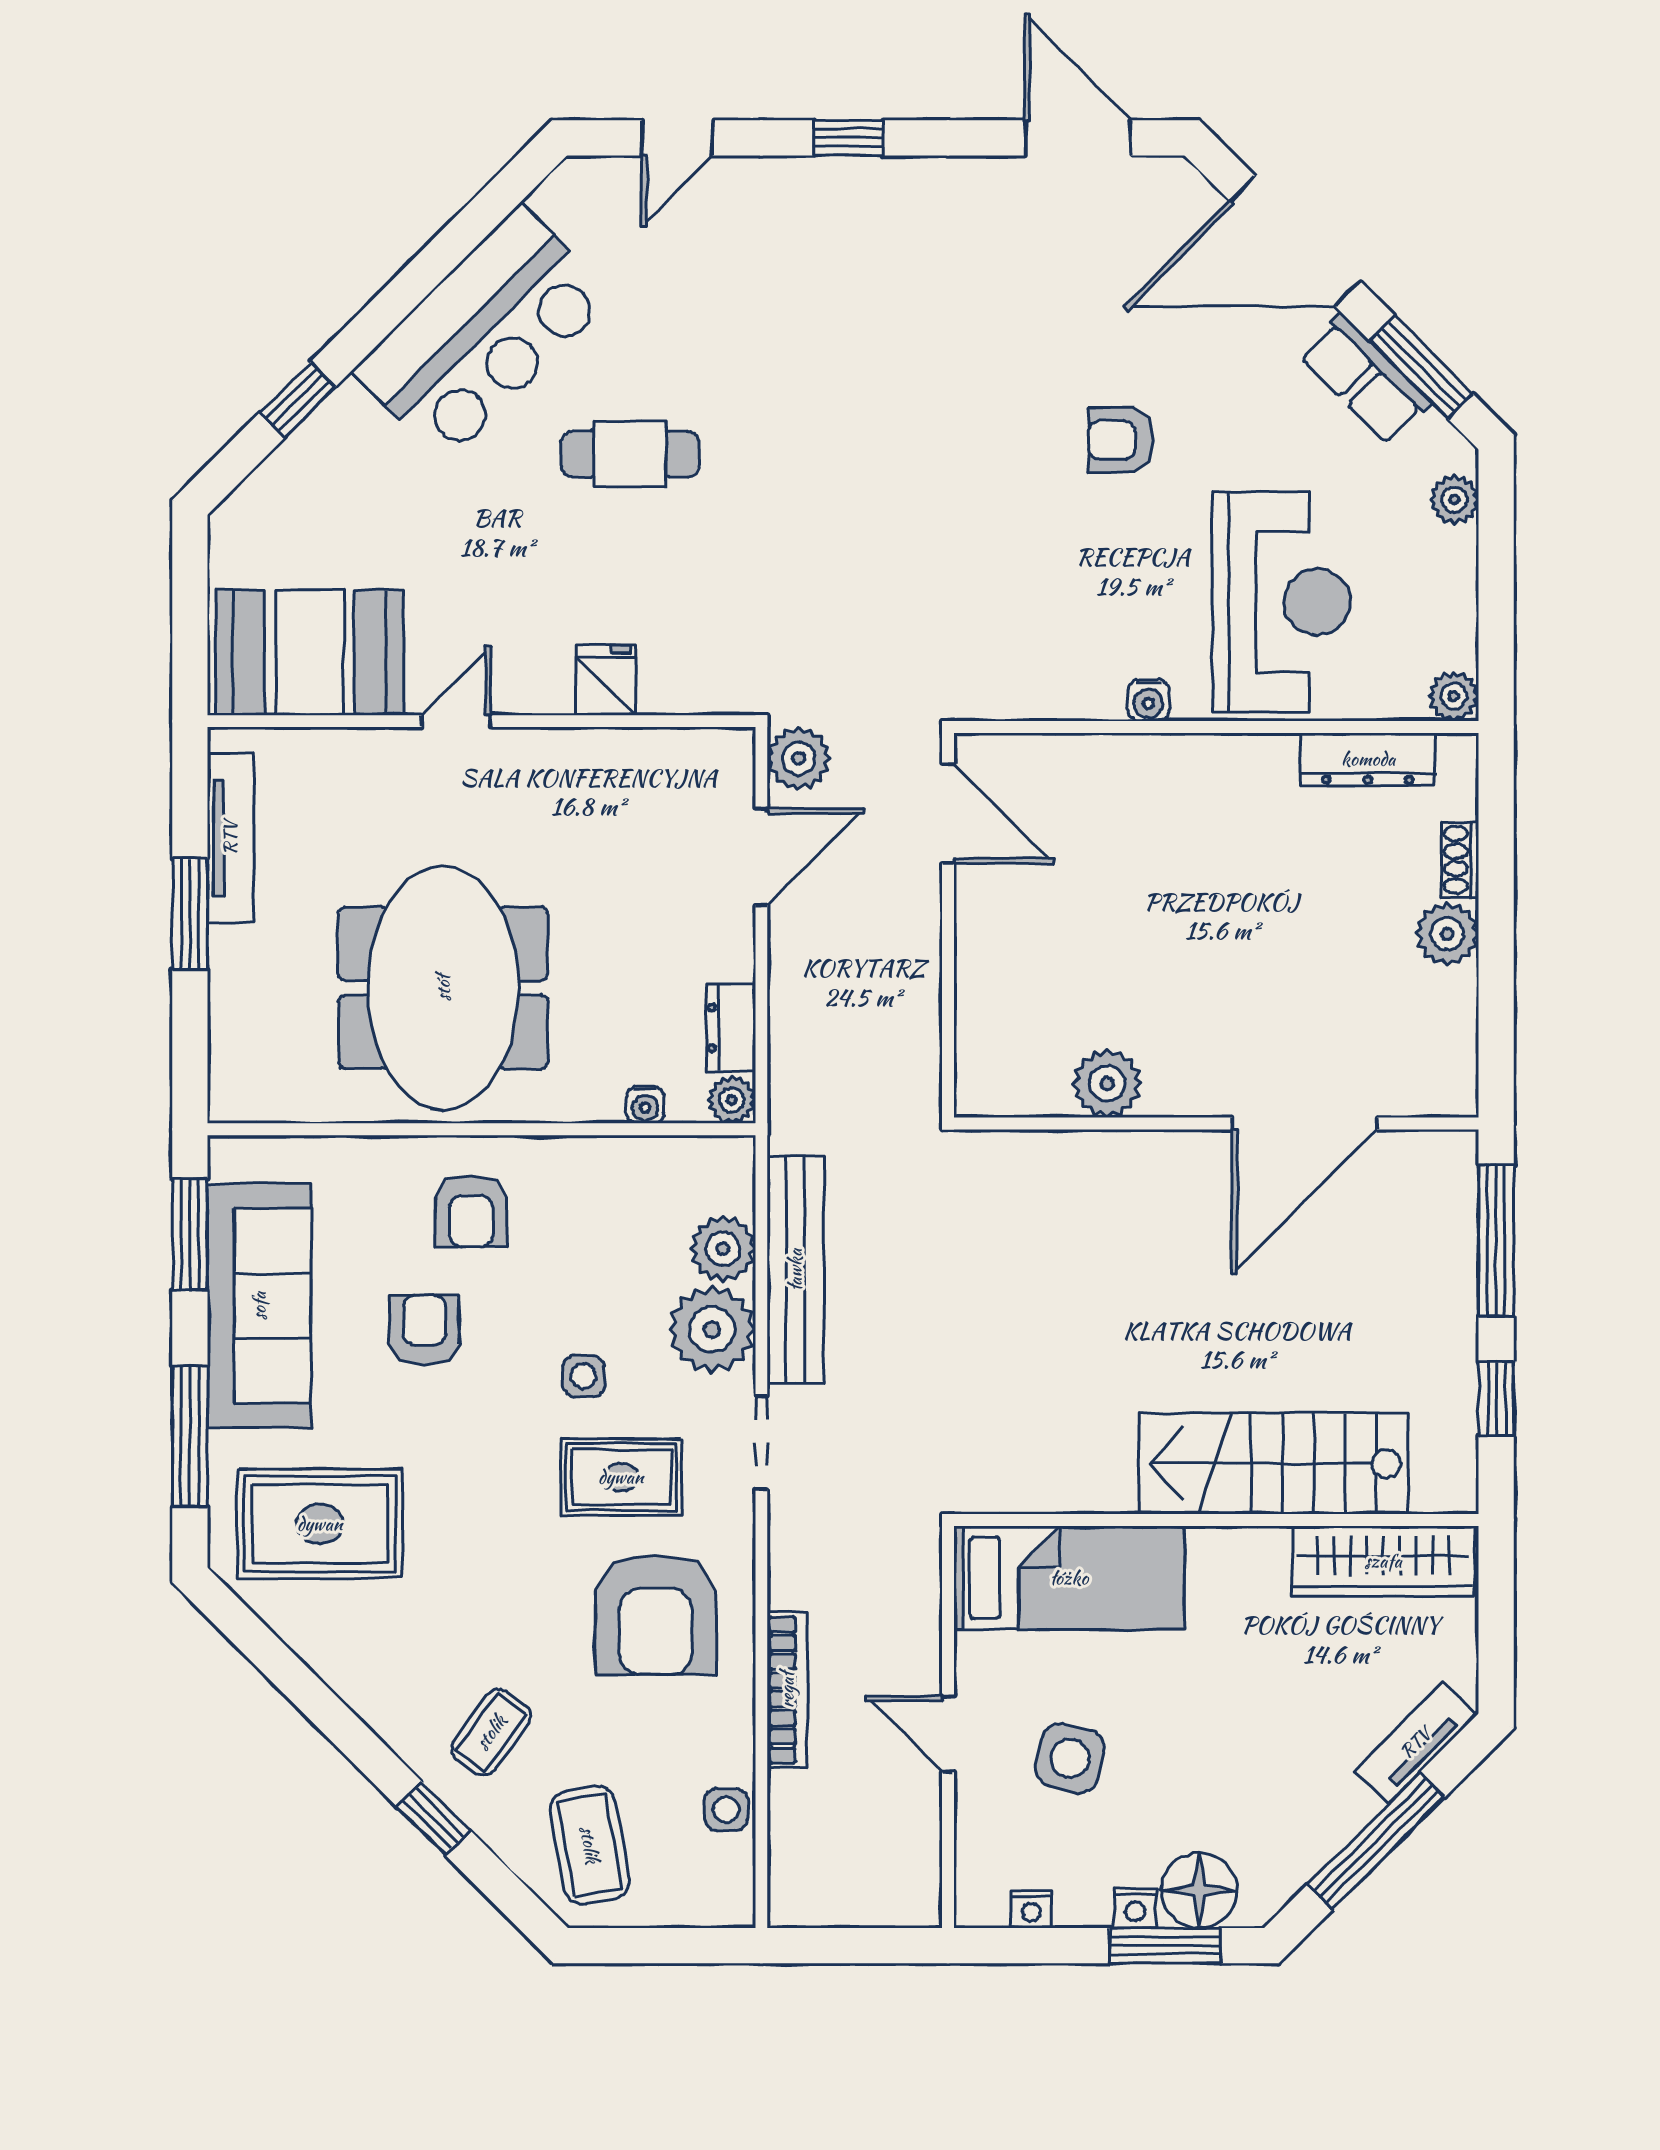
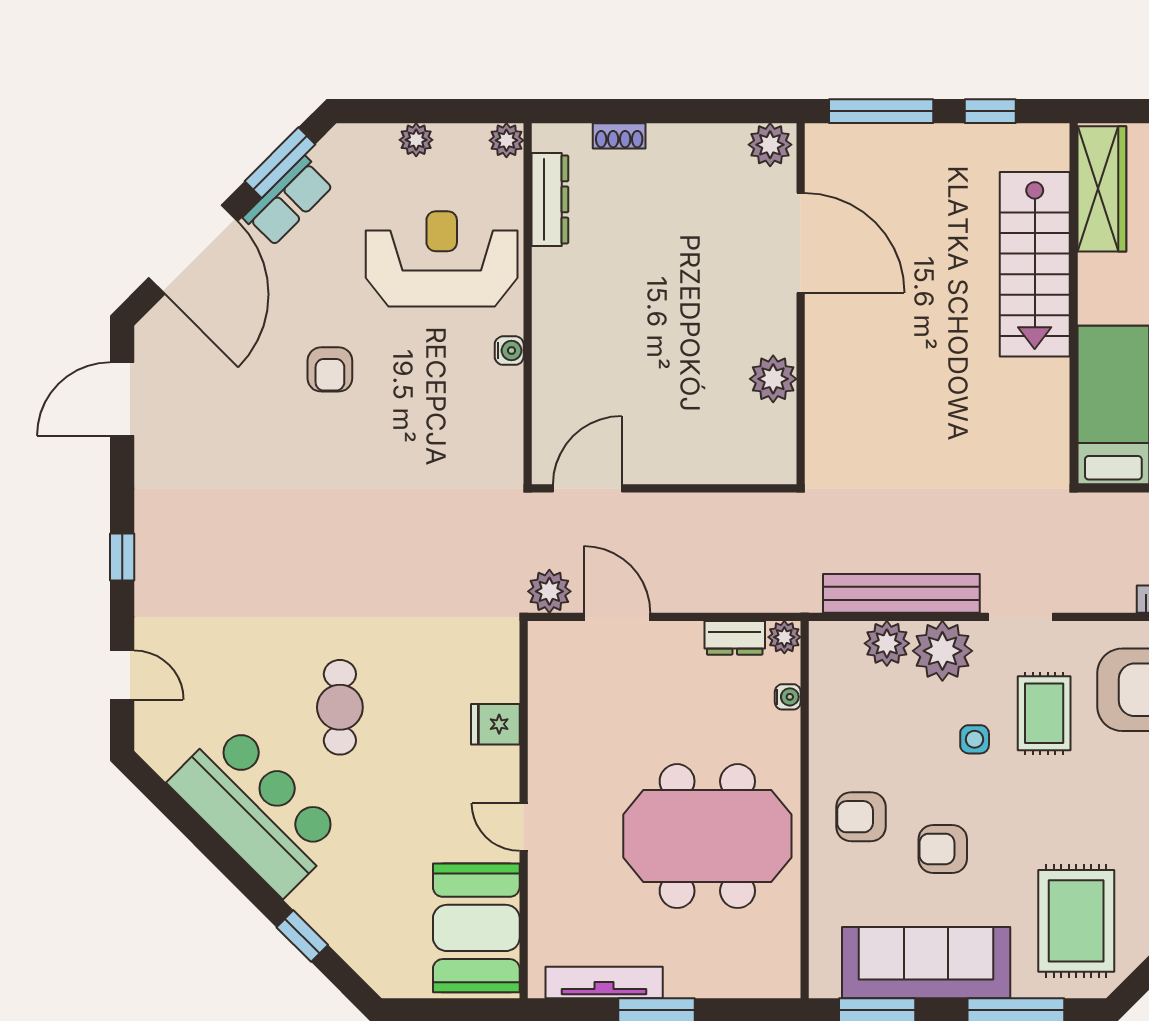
plant: (1454, 500) -> (416, 140), moved
plant: (1447, 934) -> (770, 145), moved
armchair: (471, 1211) -> (861, 817), turned 180

